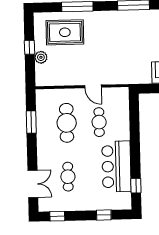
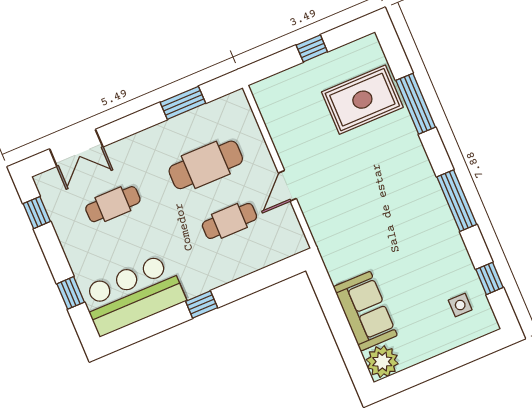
rug: (65, 32) -> (362, 100), turned 90
plant: (41, 57) -> (302, 75), removed
bar counter: (116, 166) -> (133, 295), moved
window: (136, 186) -> (202, 304), moved

